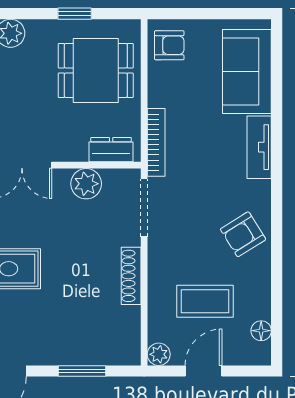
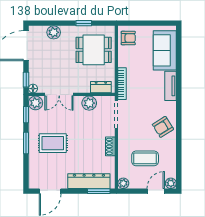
shoe rack: (131, 276) -> (110, 146), width x0.70
floor lamp: (261, 331) -> (171, 172), removed
dresser: (86, 350) -> (89, 181), added
plant: (260, 354) -> (171, 183), added
window: (82, 371) -> (99, 191), moved
door: (204, 371) -> (156, 191), moved

